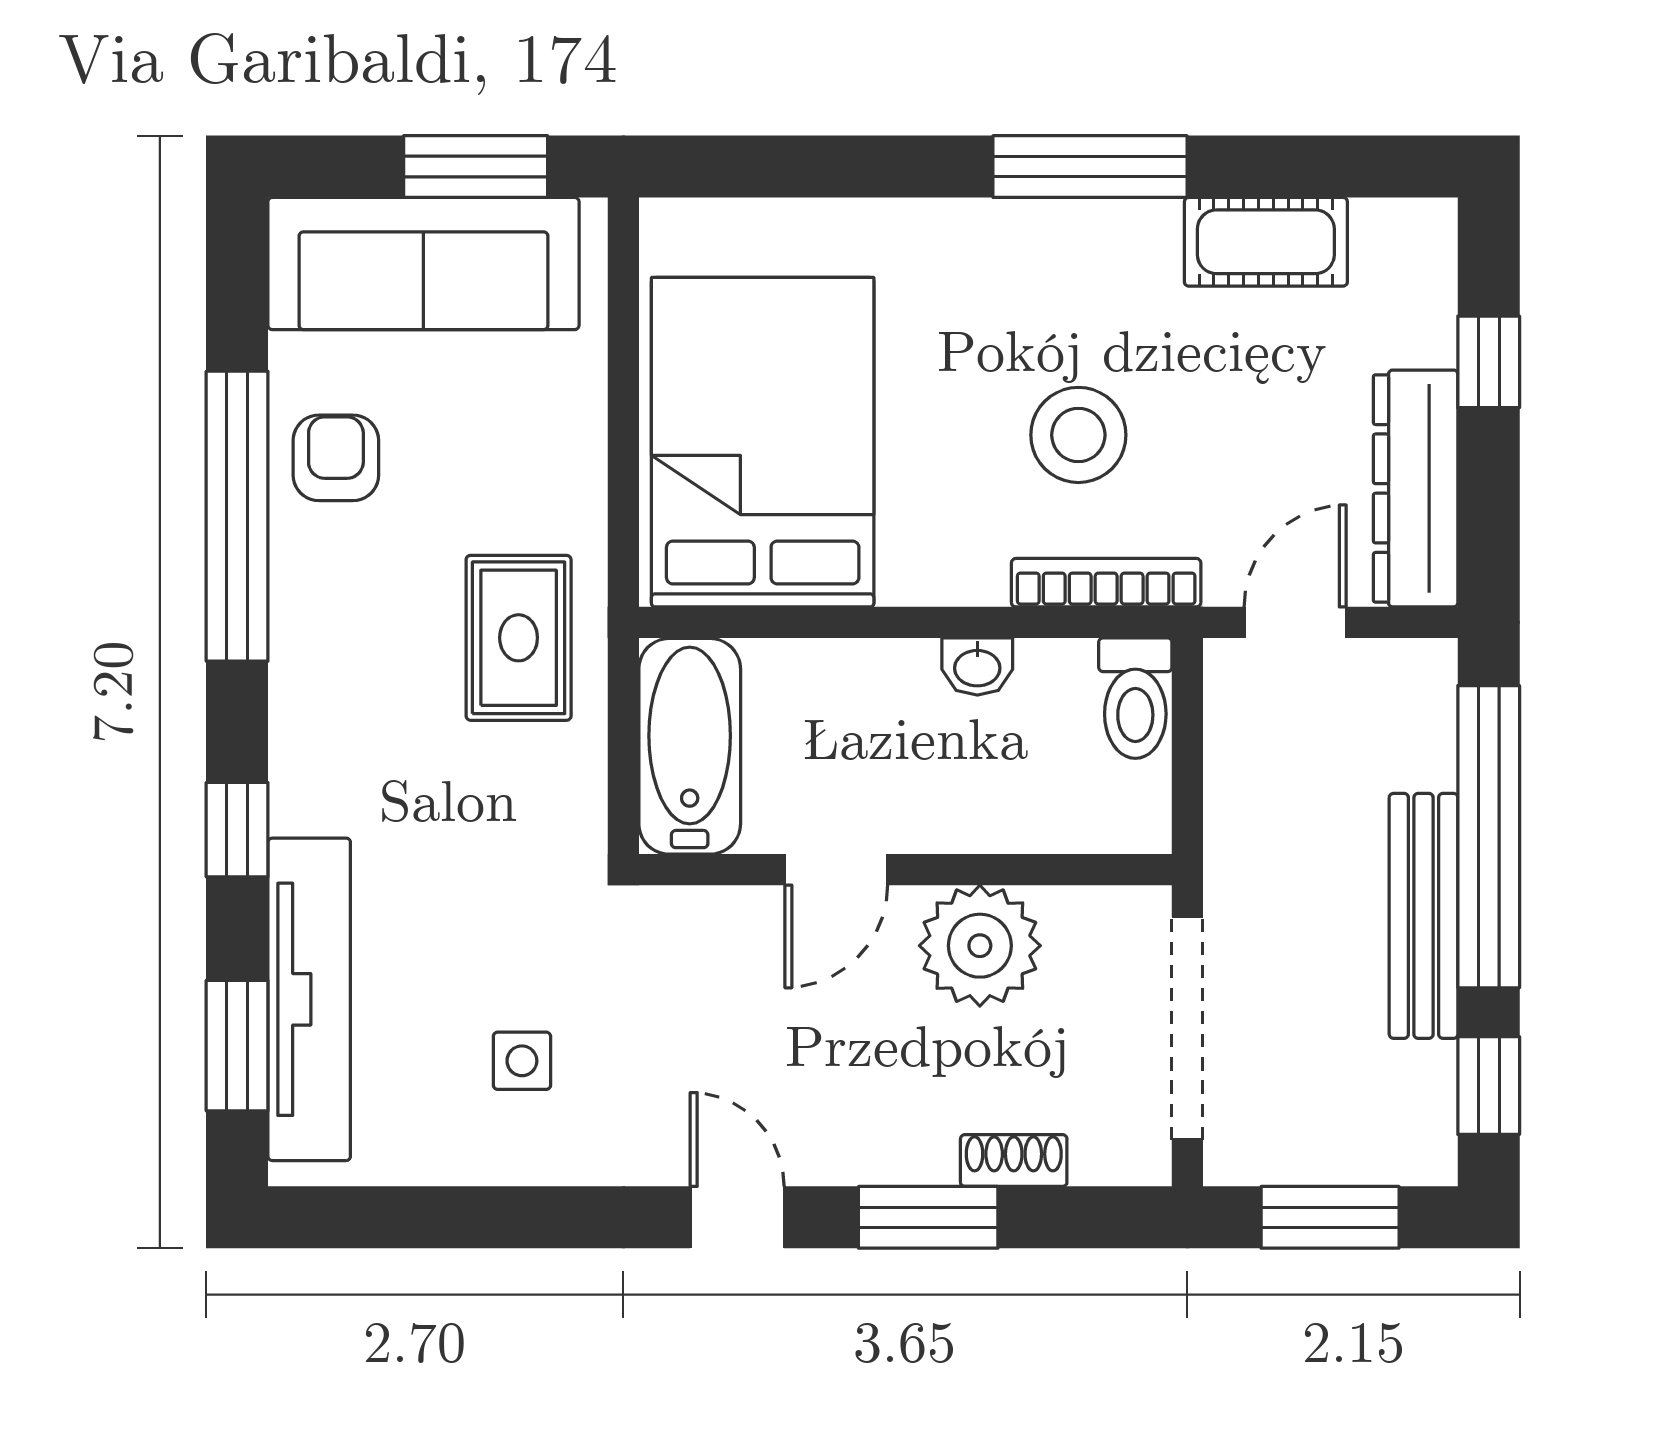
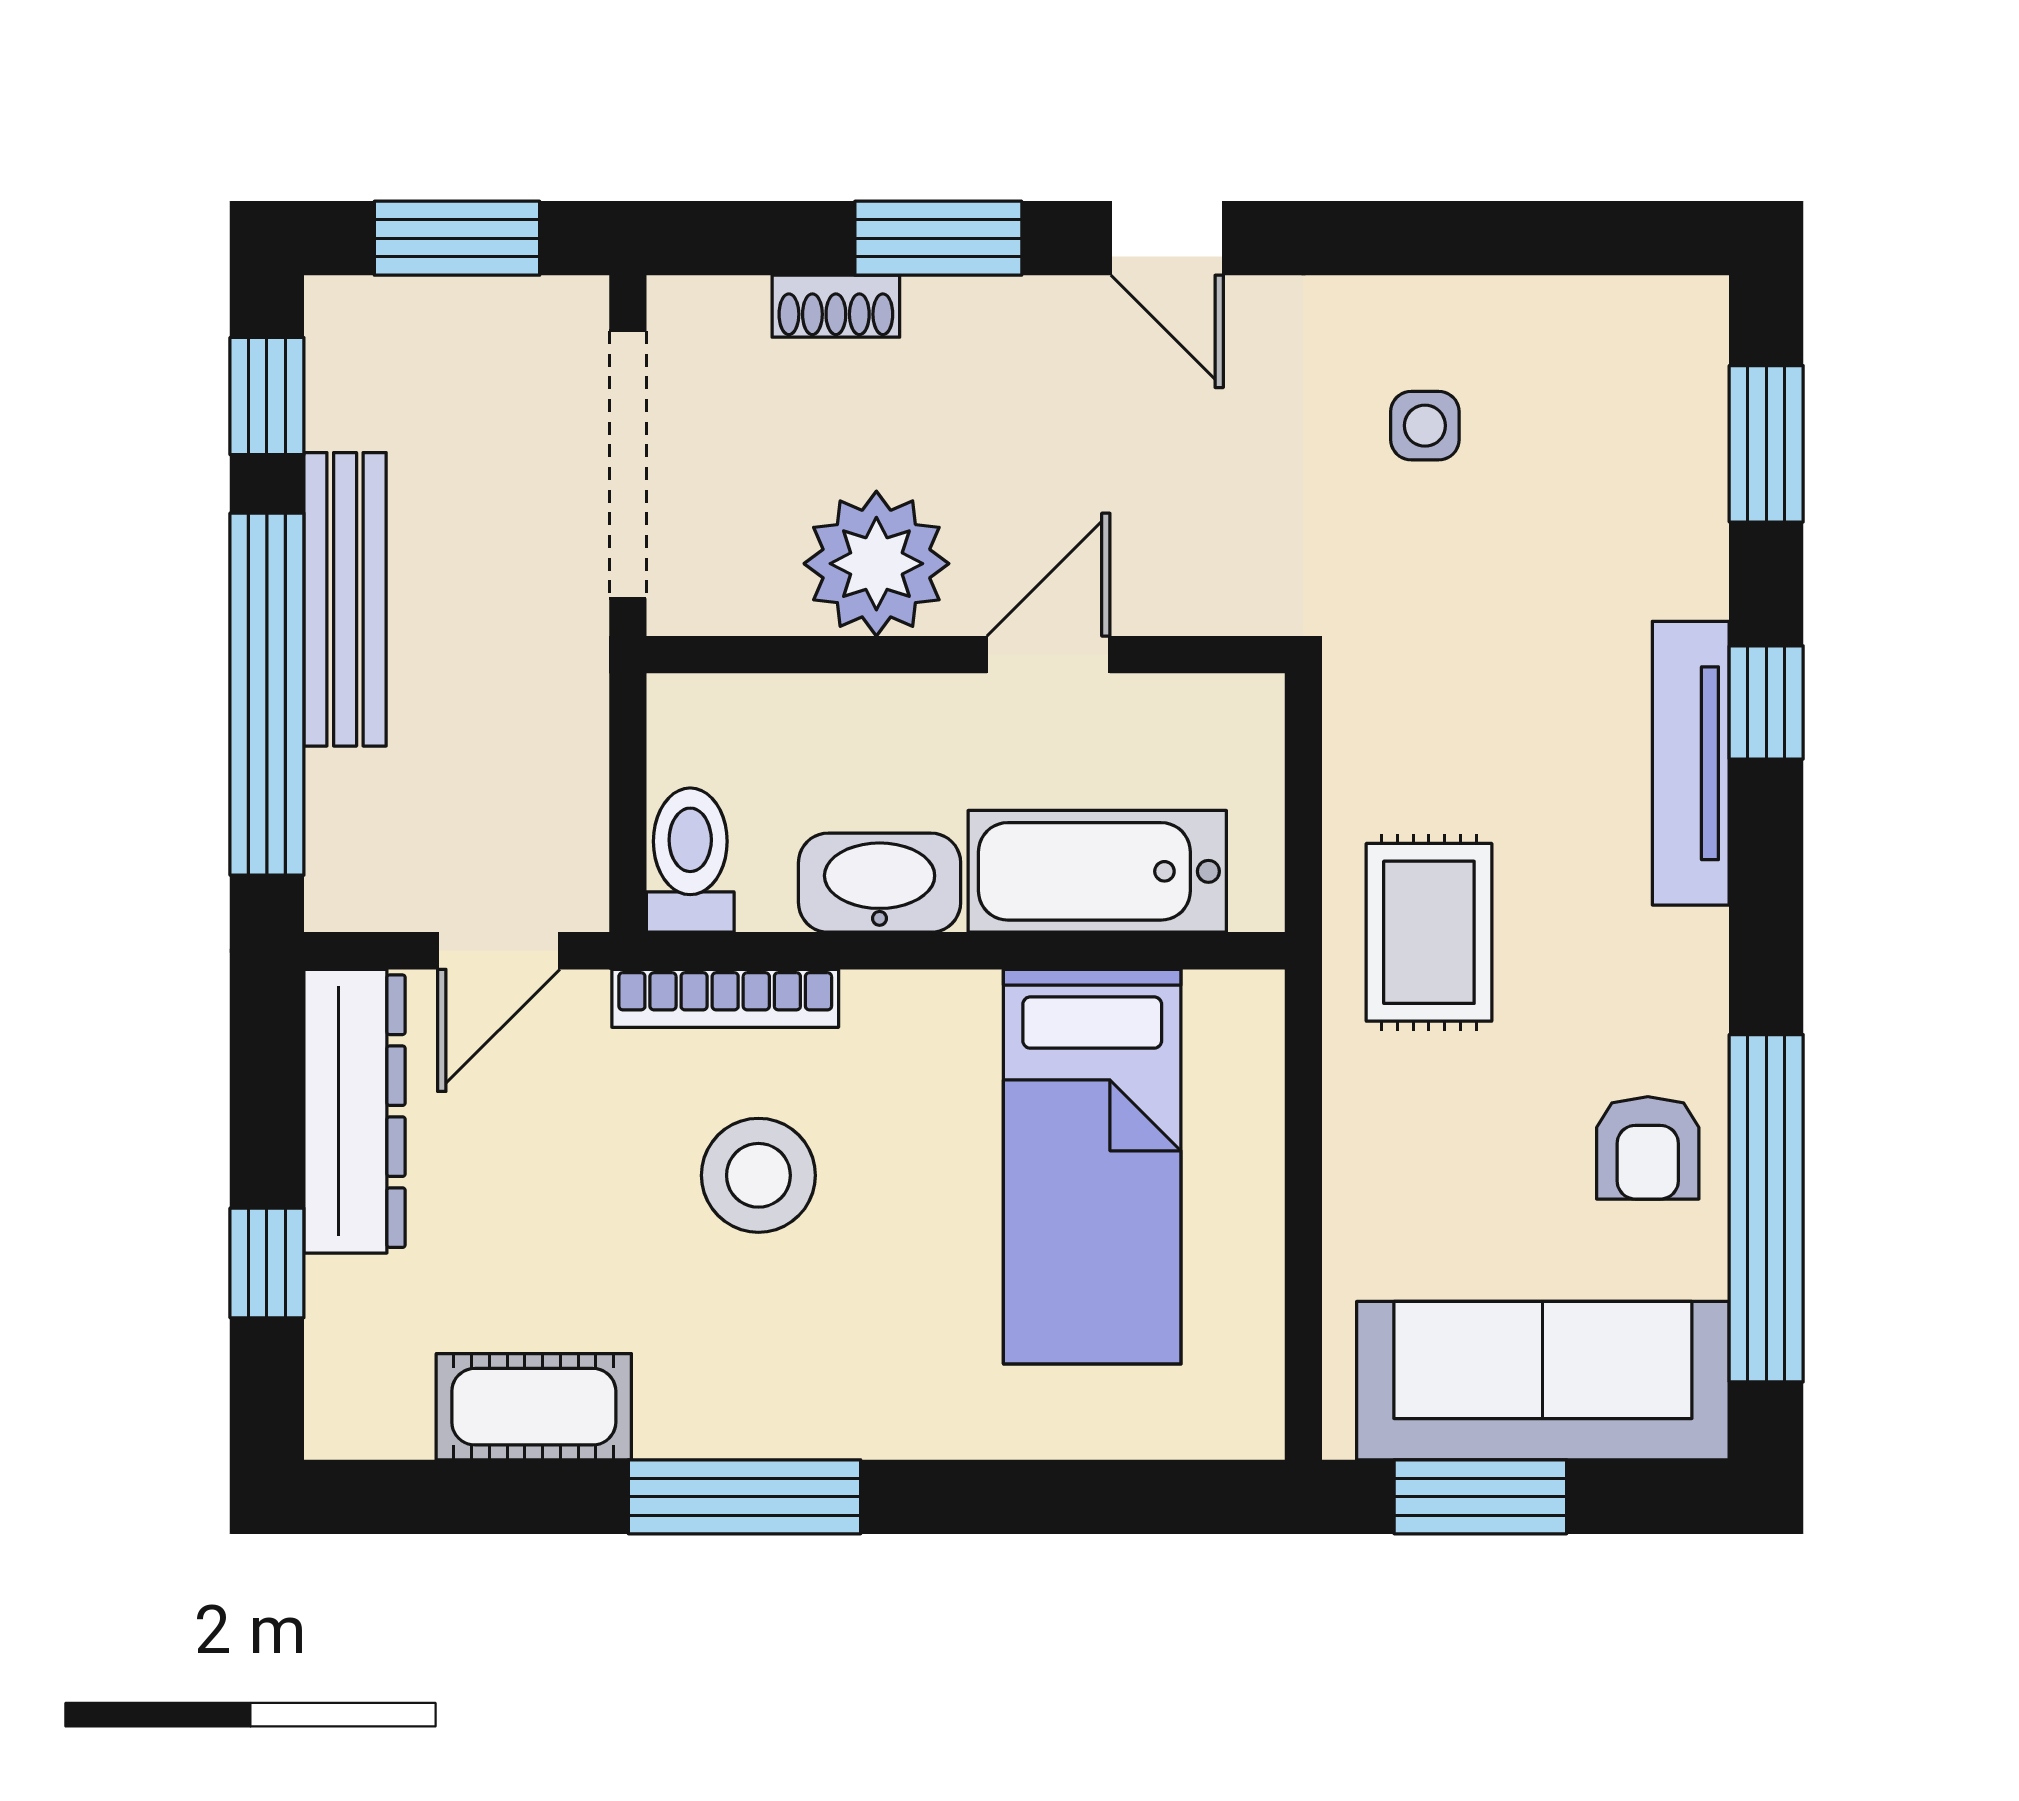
bed: (763, 442) -> (1092, 1167), width x0.67
window: (237, 516) -> (1766, 1208), moved
washbasin: (977, 666) -> (880, 883), width x1.91, depth x1.45
bathtub: (690, 746) -> (1097, 871), moved, turned 90
tv unit: (309, 999) -> (1691, 763), moved, width x0.73, depth x0.78

